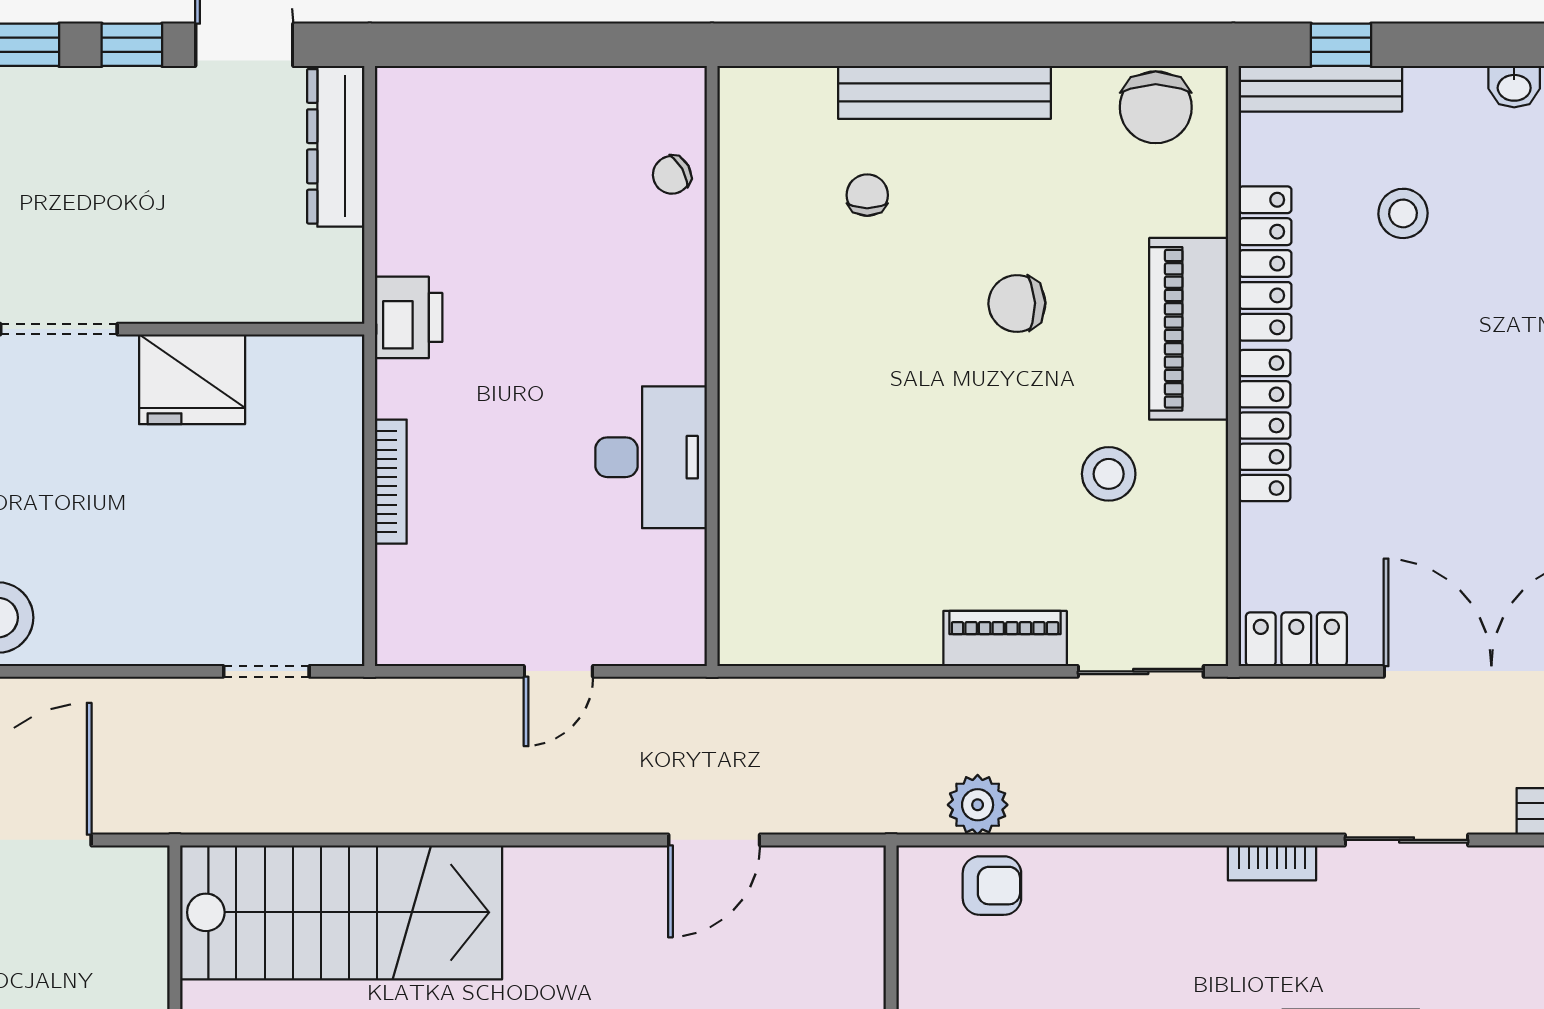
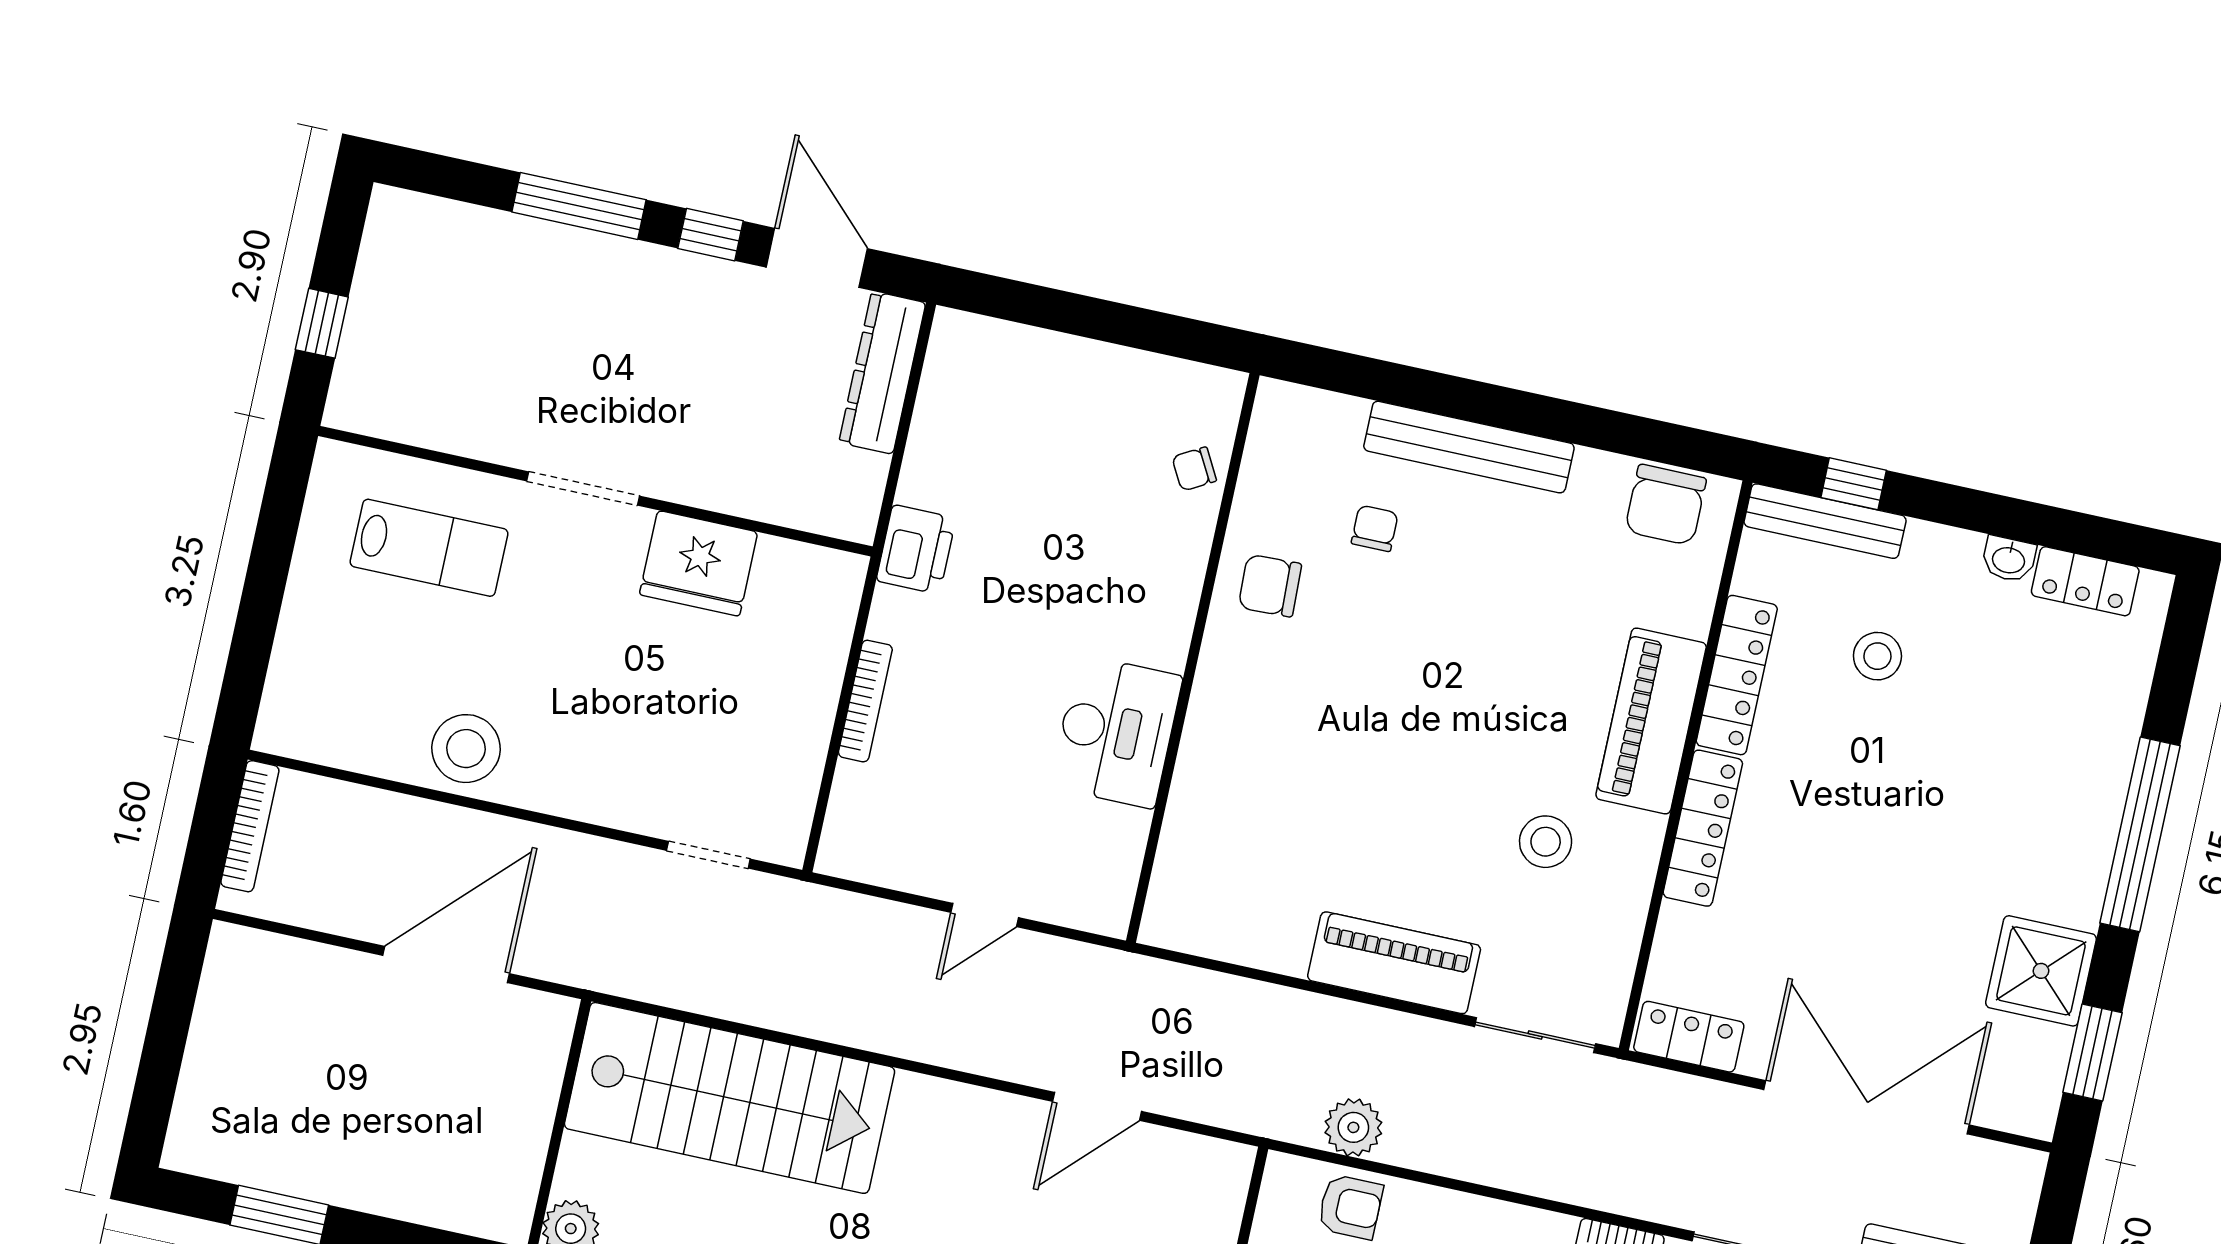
chair: (1017, 303) -> (1270, 586), moved
piano: (1005, 639) -> (1394, 963), width x1.37, depth x1.33

